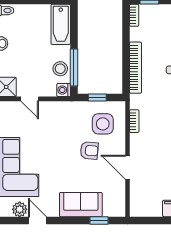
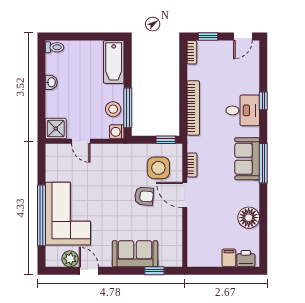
window: (97, 97) -> (166, 140), moved
door: (127, 167) -> (185, 195), moved

